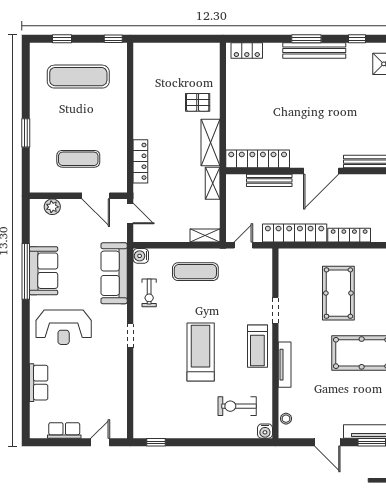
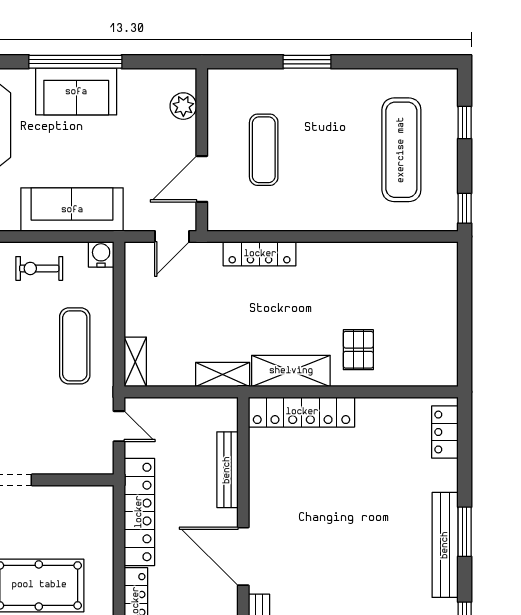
locker: (258, 159) -> (302, 412), moved, turned 90

